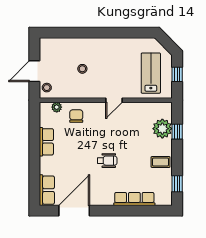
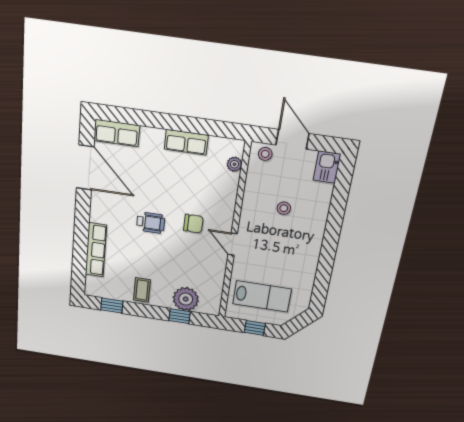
kitchen sink: (50, 45) -> (327, 167), added
chair: (76, 116) -> (193, 224), moved
wheelchair: (107, 161) -> (151, 223), turned -90

